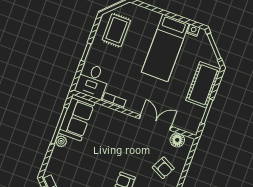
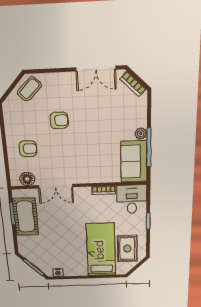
bed: (165, 48) -> (101, 250), moved
cot: (203, 85) -> (26, 217), moved
armchair: (163, 168) -> (28, 149), turned 153

